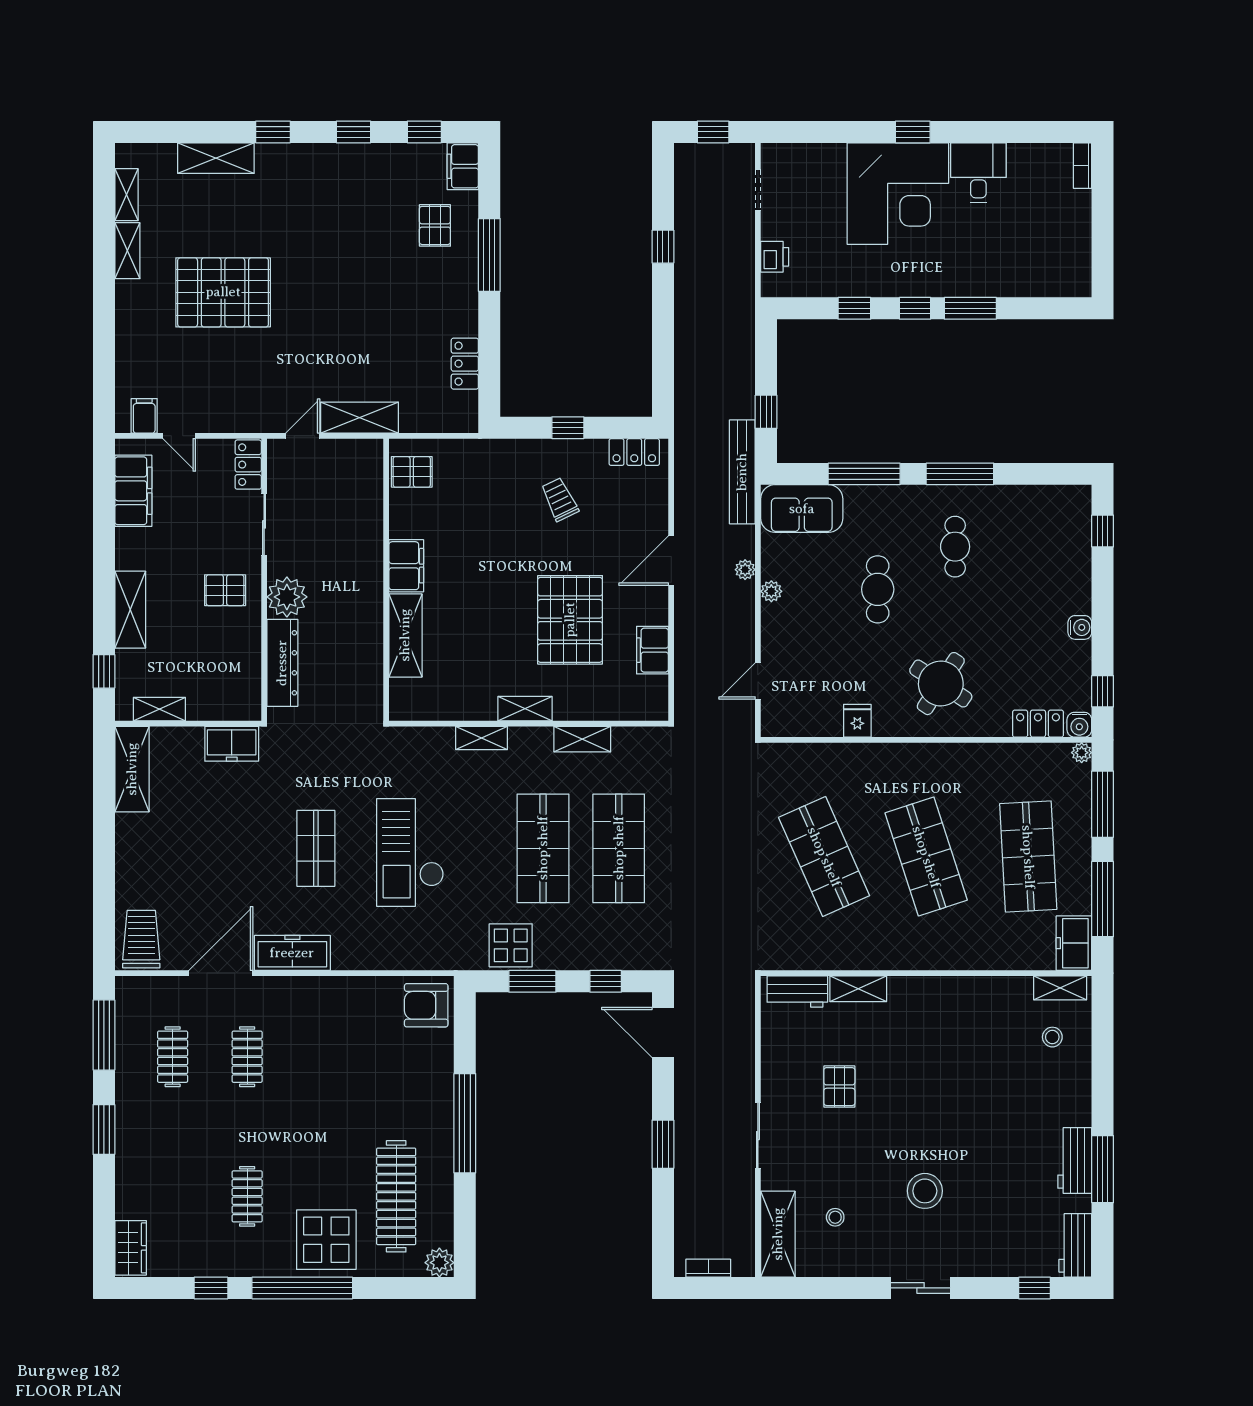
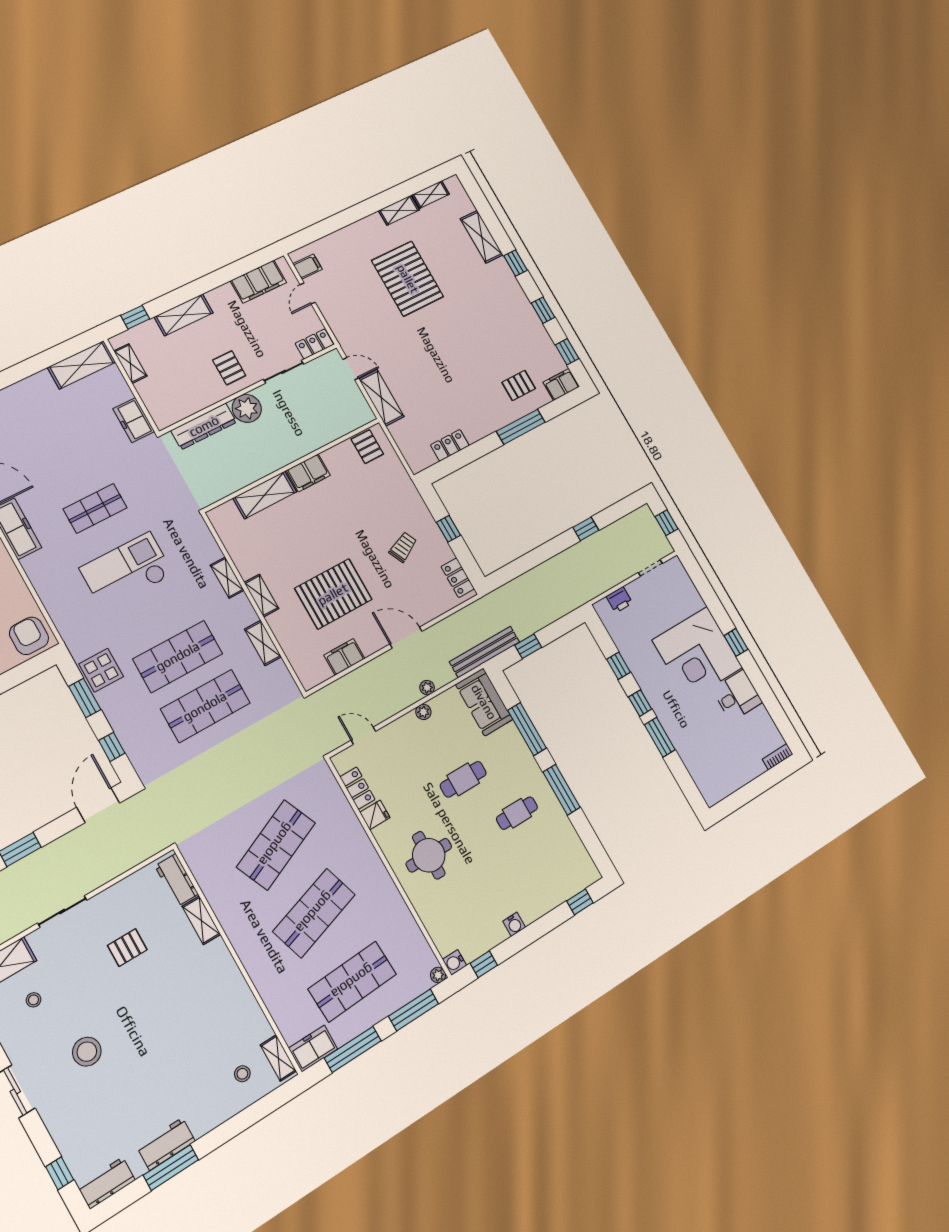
round table: (941, 684) -> (429, 855), turned -33
locker: (1038, 724) -> (357, 788), moved

